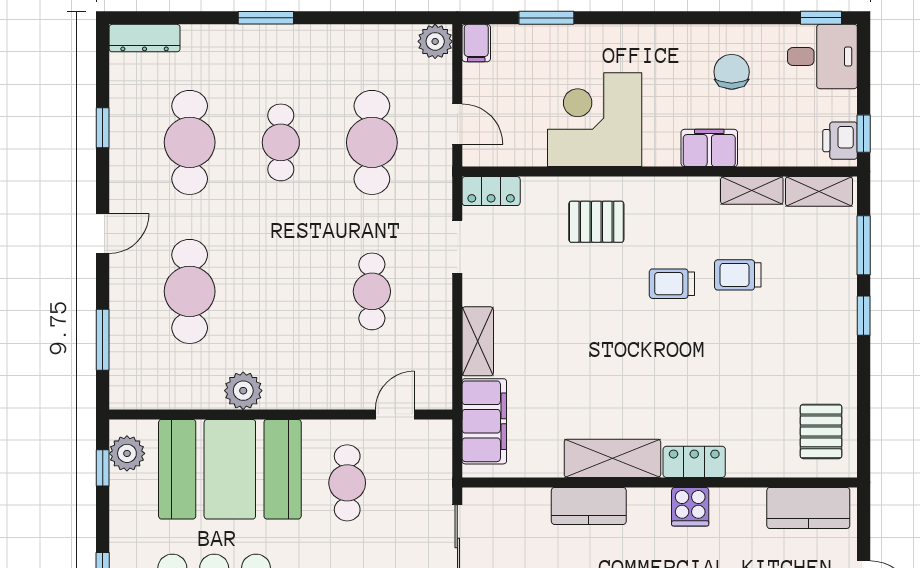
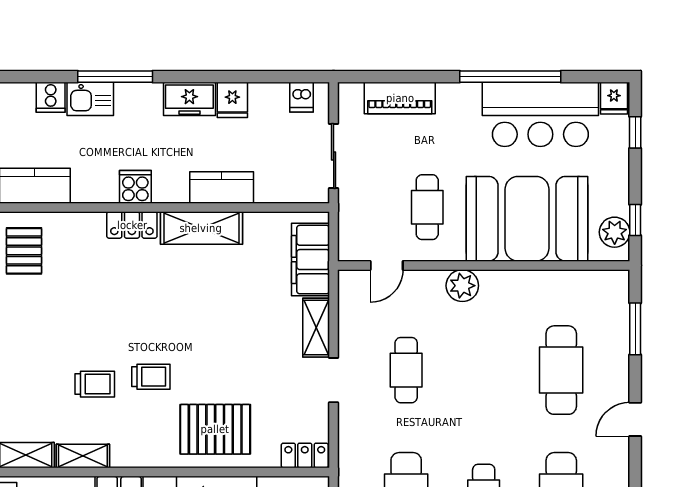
pallet: (596, 222) -> (215, 429), width x1.50, depth x1.42
doorway: (457, 247) -> (334, 380), moved
plant: (243, 391) -> (462, 286), moved

